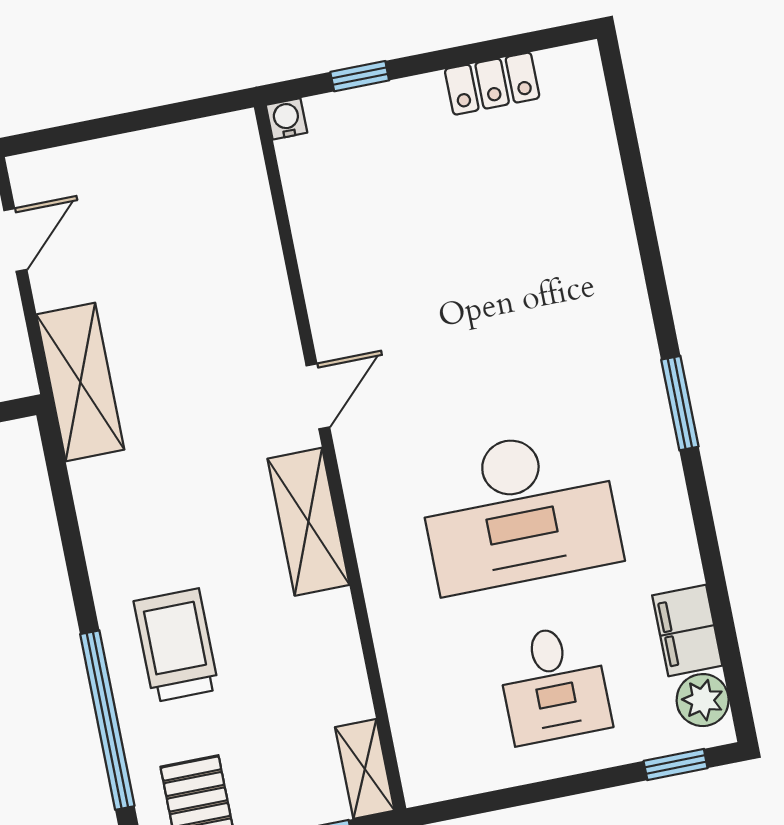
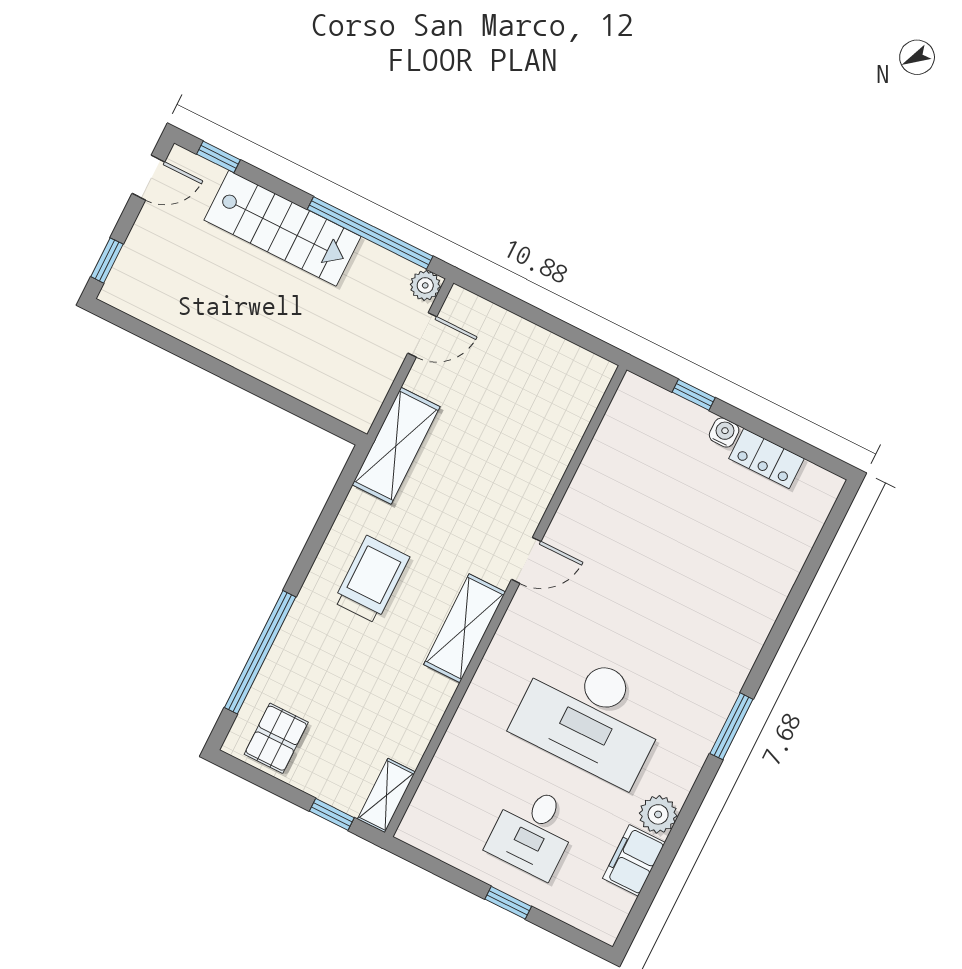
water cooler: (286, 119) -> (724, 433), moved
trolley: (176, 645) -> (372, 580), moved
plant: (703, 700) -> (658, 814), moved
window: (676, 764) -> (508, 903), moved

